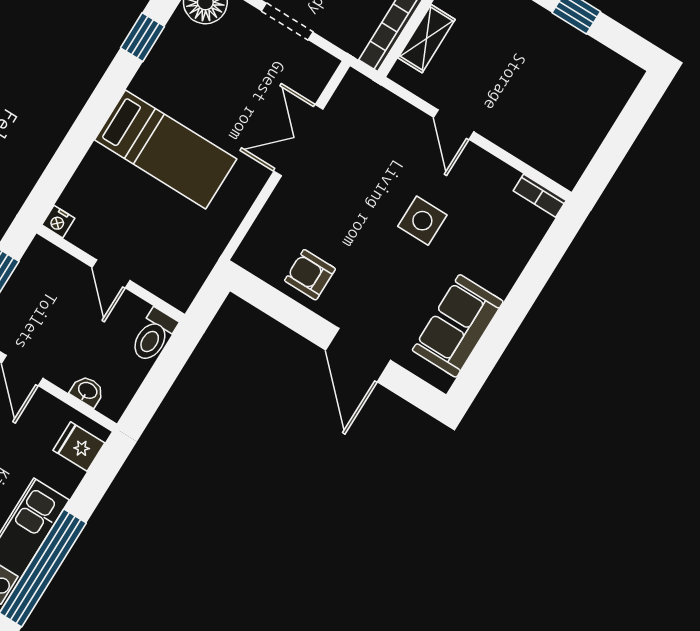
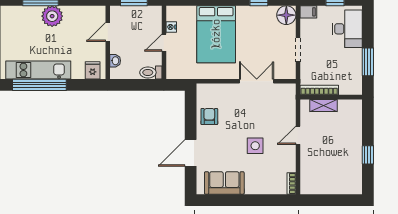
bed: (166, 149) -> (216, 34), width x1.50
nightstand: (58, 222) -> (171, 27), moved

